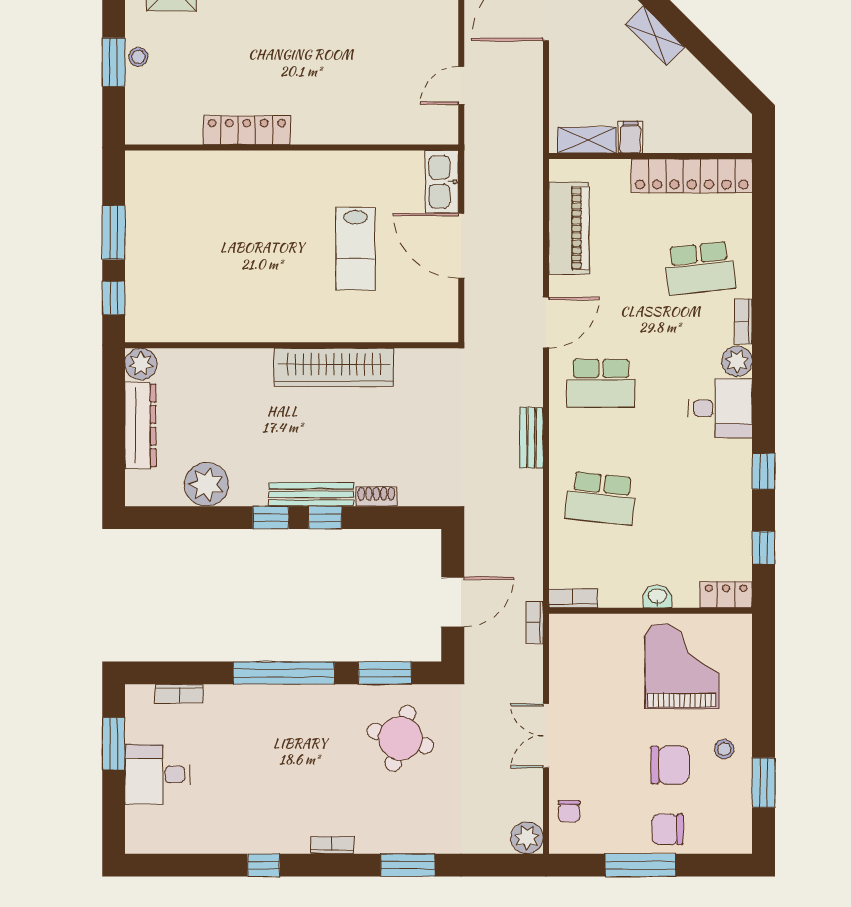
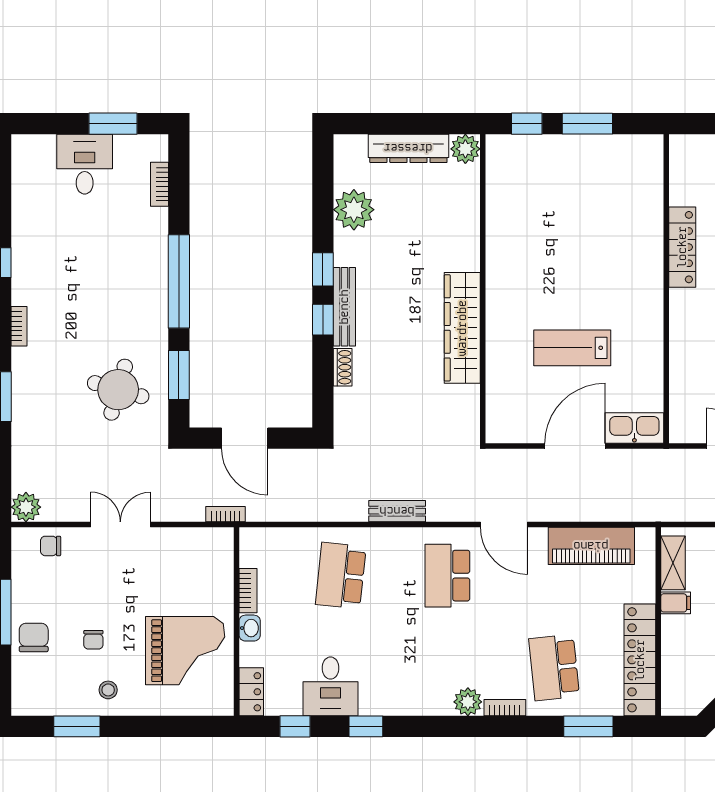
window: (763, 231) -> (588, 726), added
desk: (720, 408) -> (331, 686), moved
bookcase: (573, 598) -> (248, 591), moved
chair: (670, 765) -> (93, 640), width x0.54, depth x0.54

